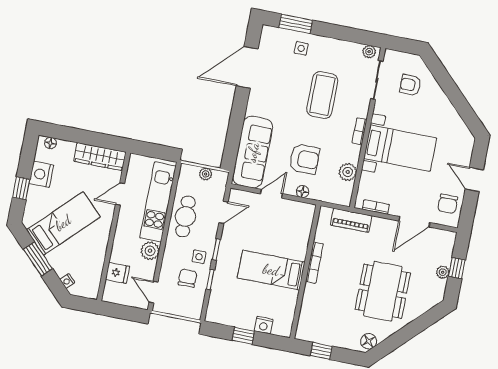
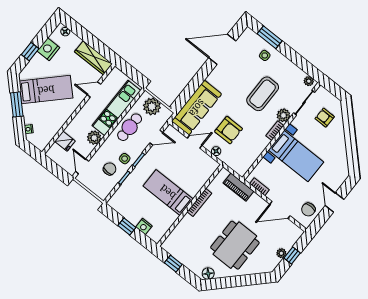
plant: (348, 172) -> (283, 115), moved
plant: (206, 174) -> (152, 107), width x1.88, depth x1.88

